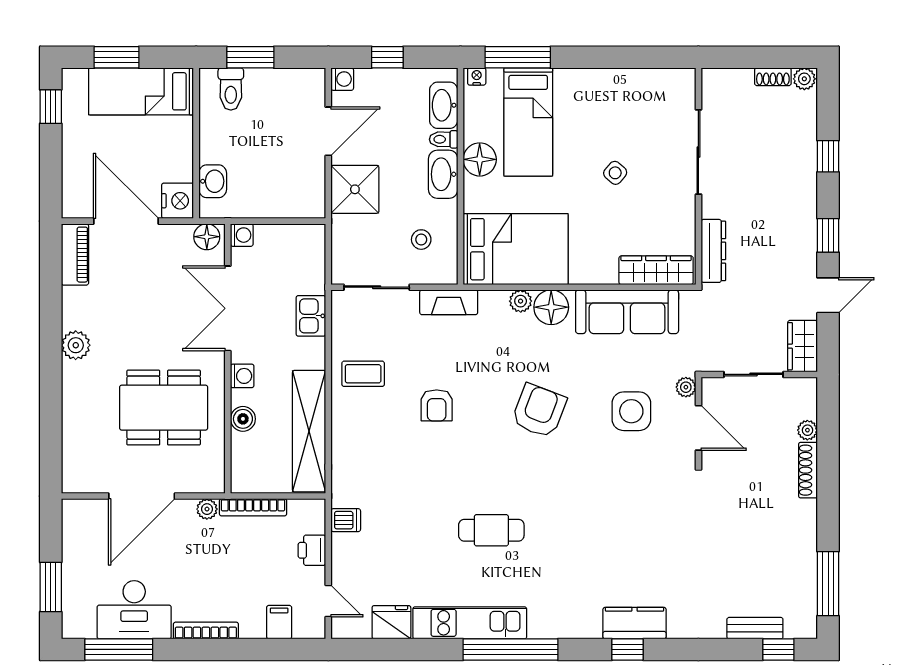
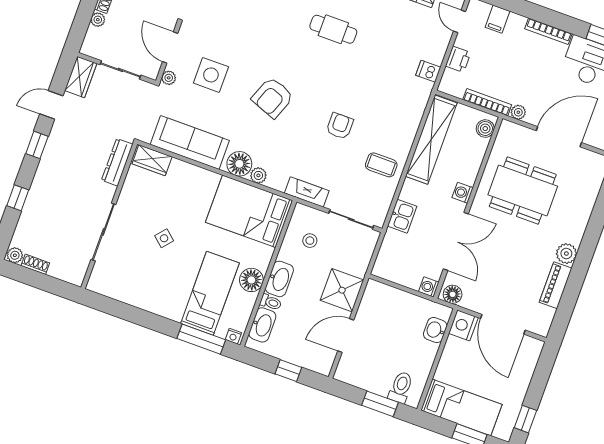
washing machine: (342, 79) -> (324, 367), removed
piano: (75, 255) -> (556, 285), moved
wardrobe: (656, 270) -> (152, 160), width x0.67
boiler: (243, 419) -> (485, 129), moved

